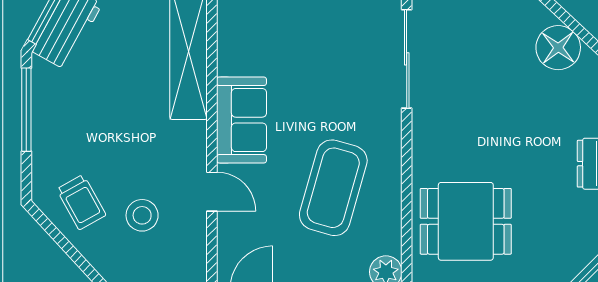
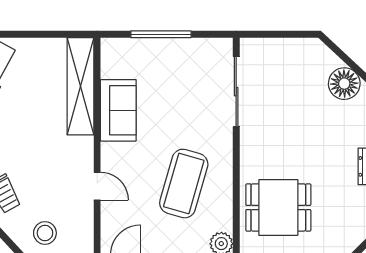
sofa: (241, 120) -> (118, 110), moved
stool: (142, 215) -> (45, 233), moved

